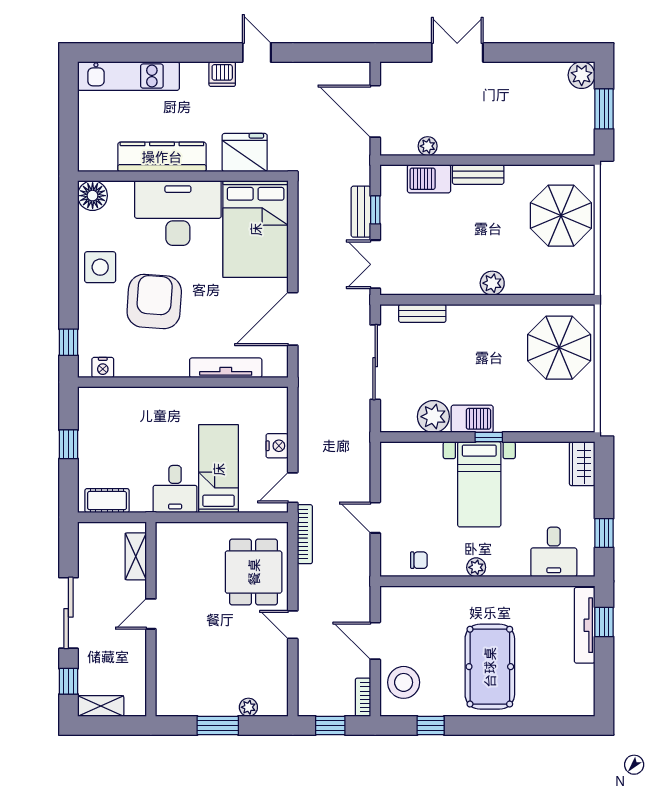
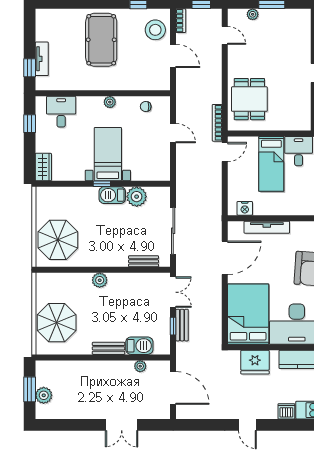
dishwasher: (222, 74) -> (286, 411), moved
plant: (582, 75) -> (44, 395), moved
nightstand: (277, 446) -> (245, 208), moved, turned -90
door: (293, 625) -> (225, 35), moved
tv unit: (585, 625) -> (42, 59), width x0.71

